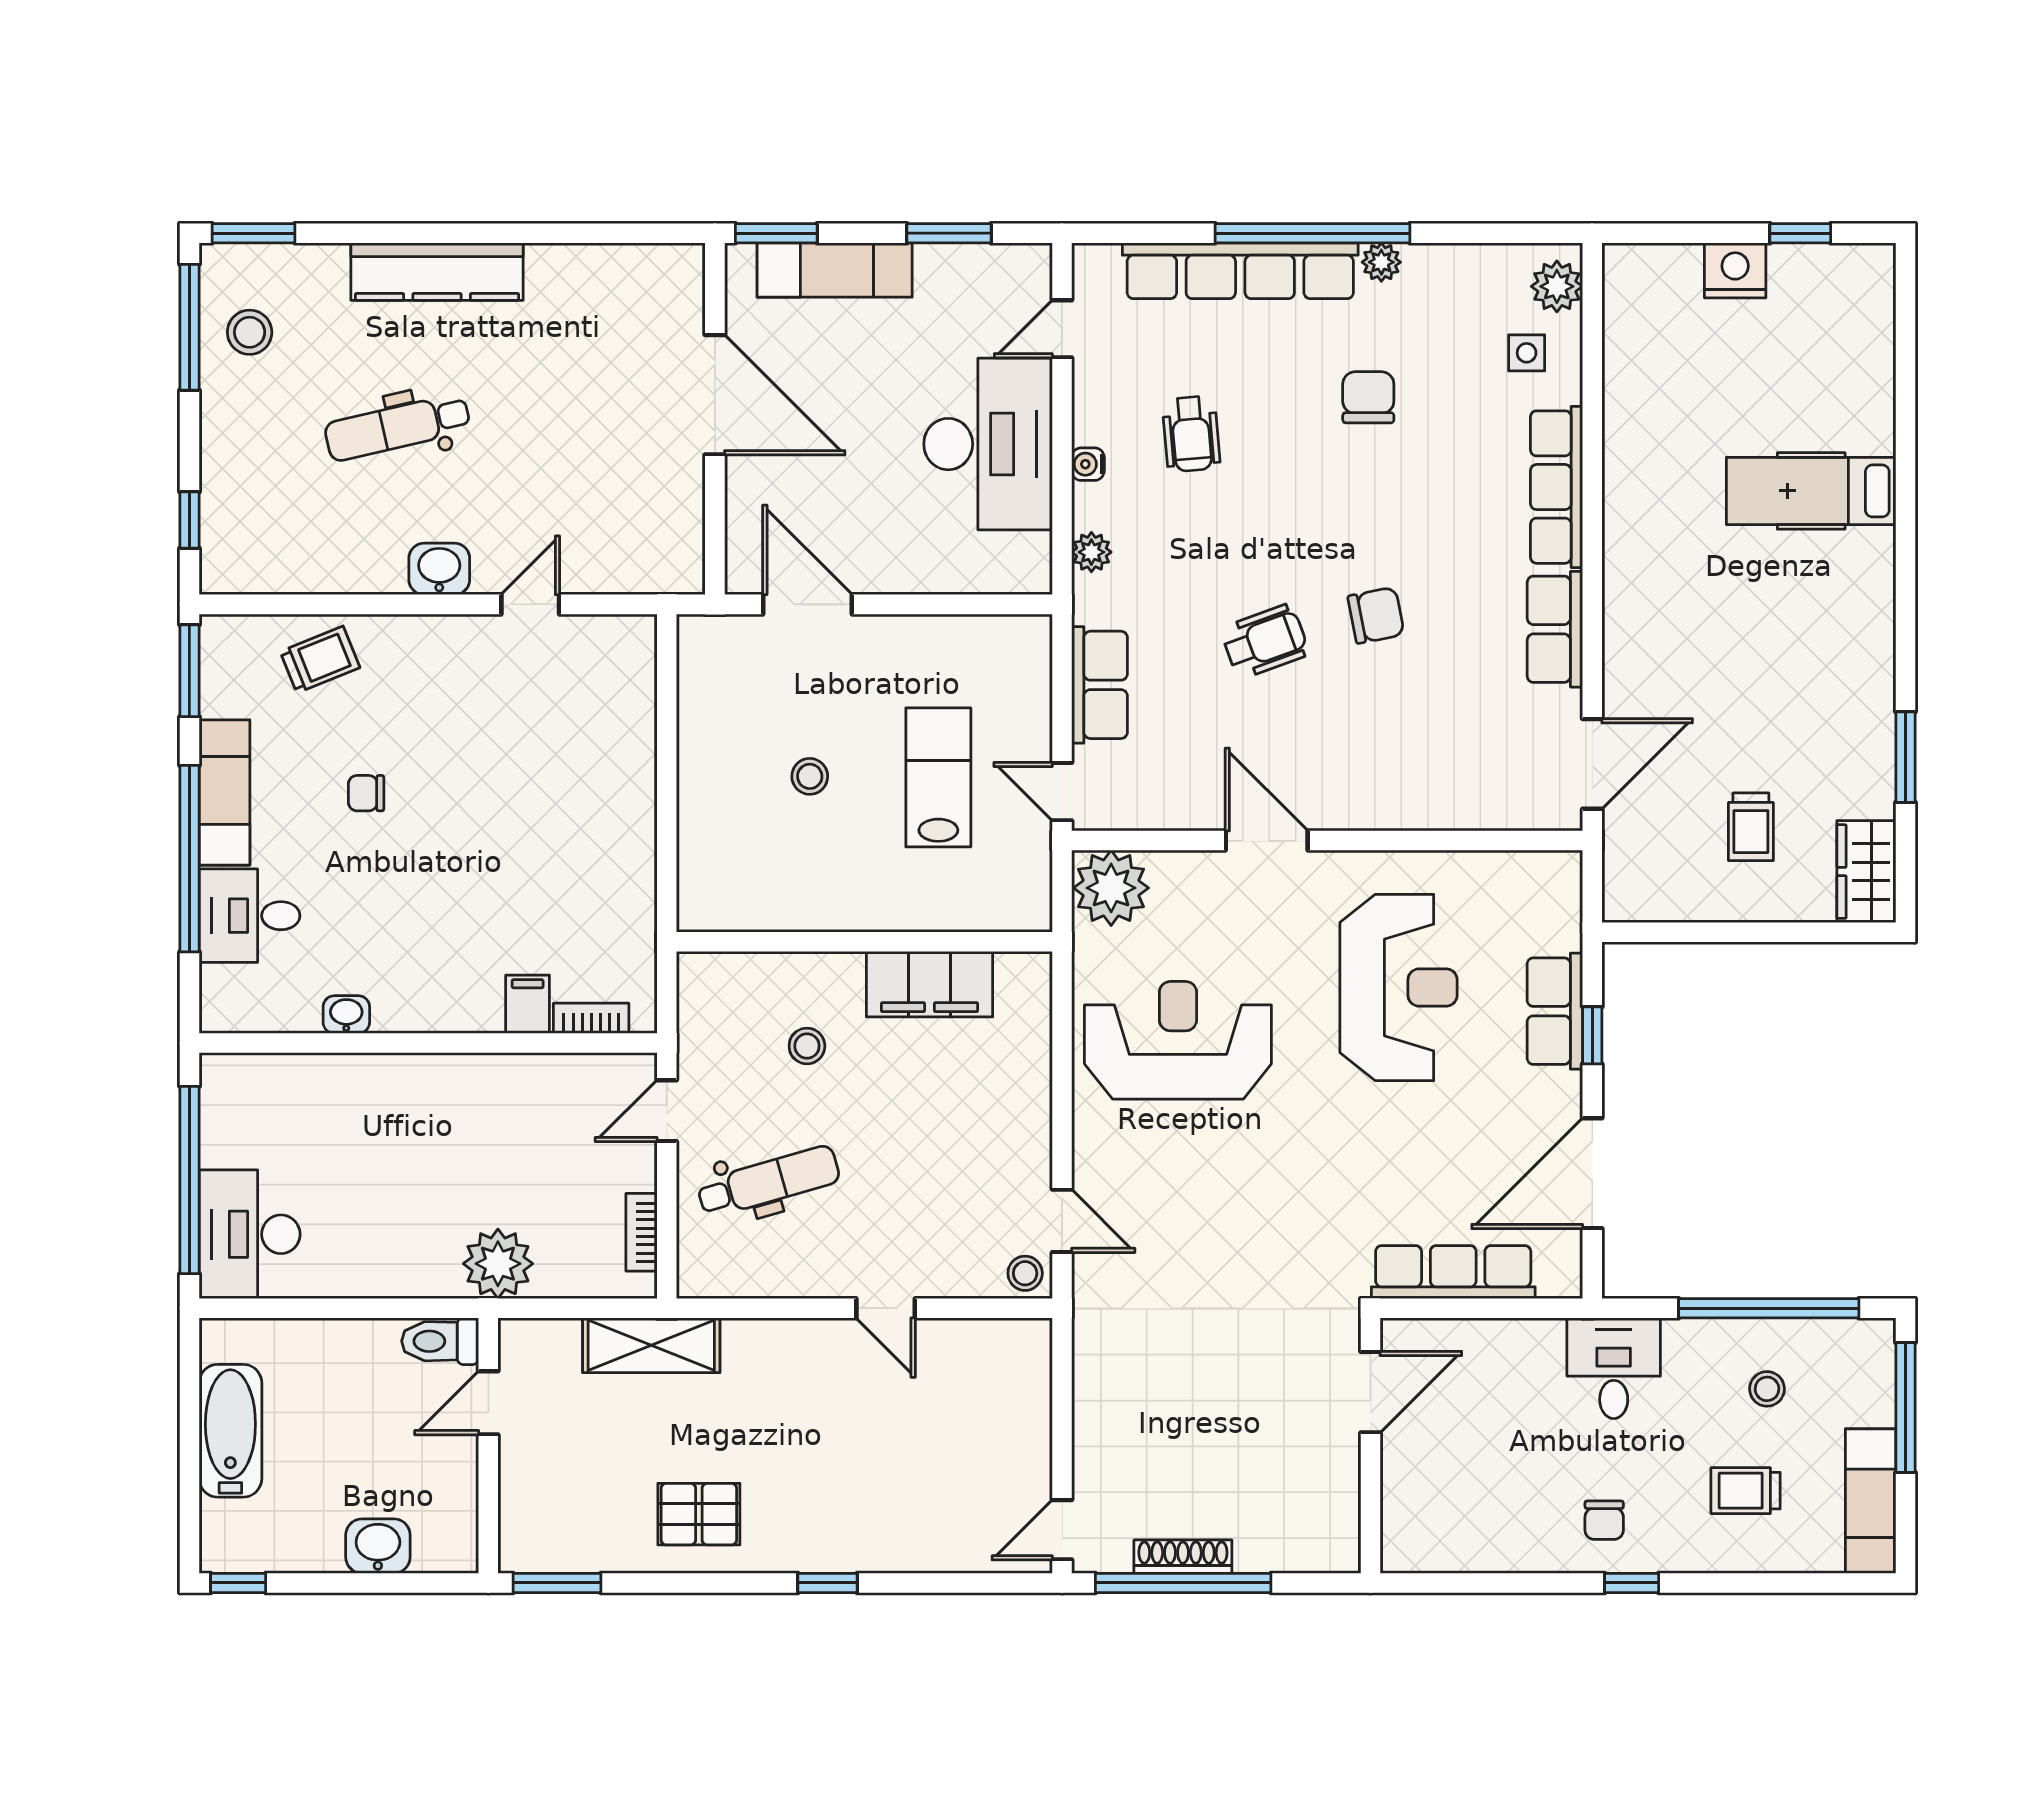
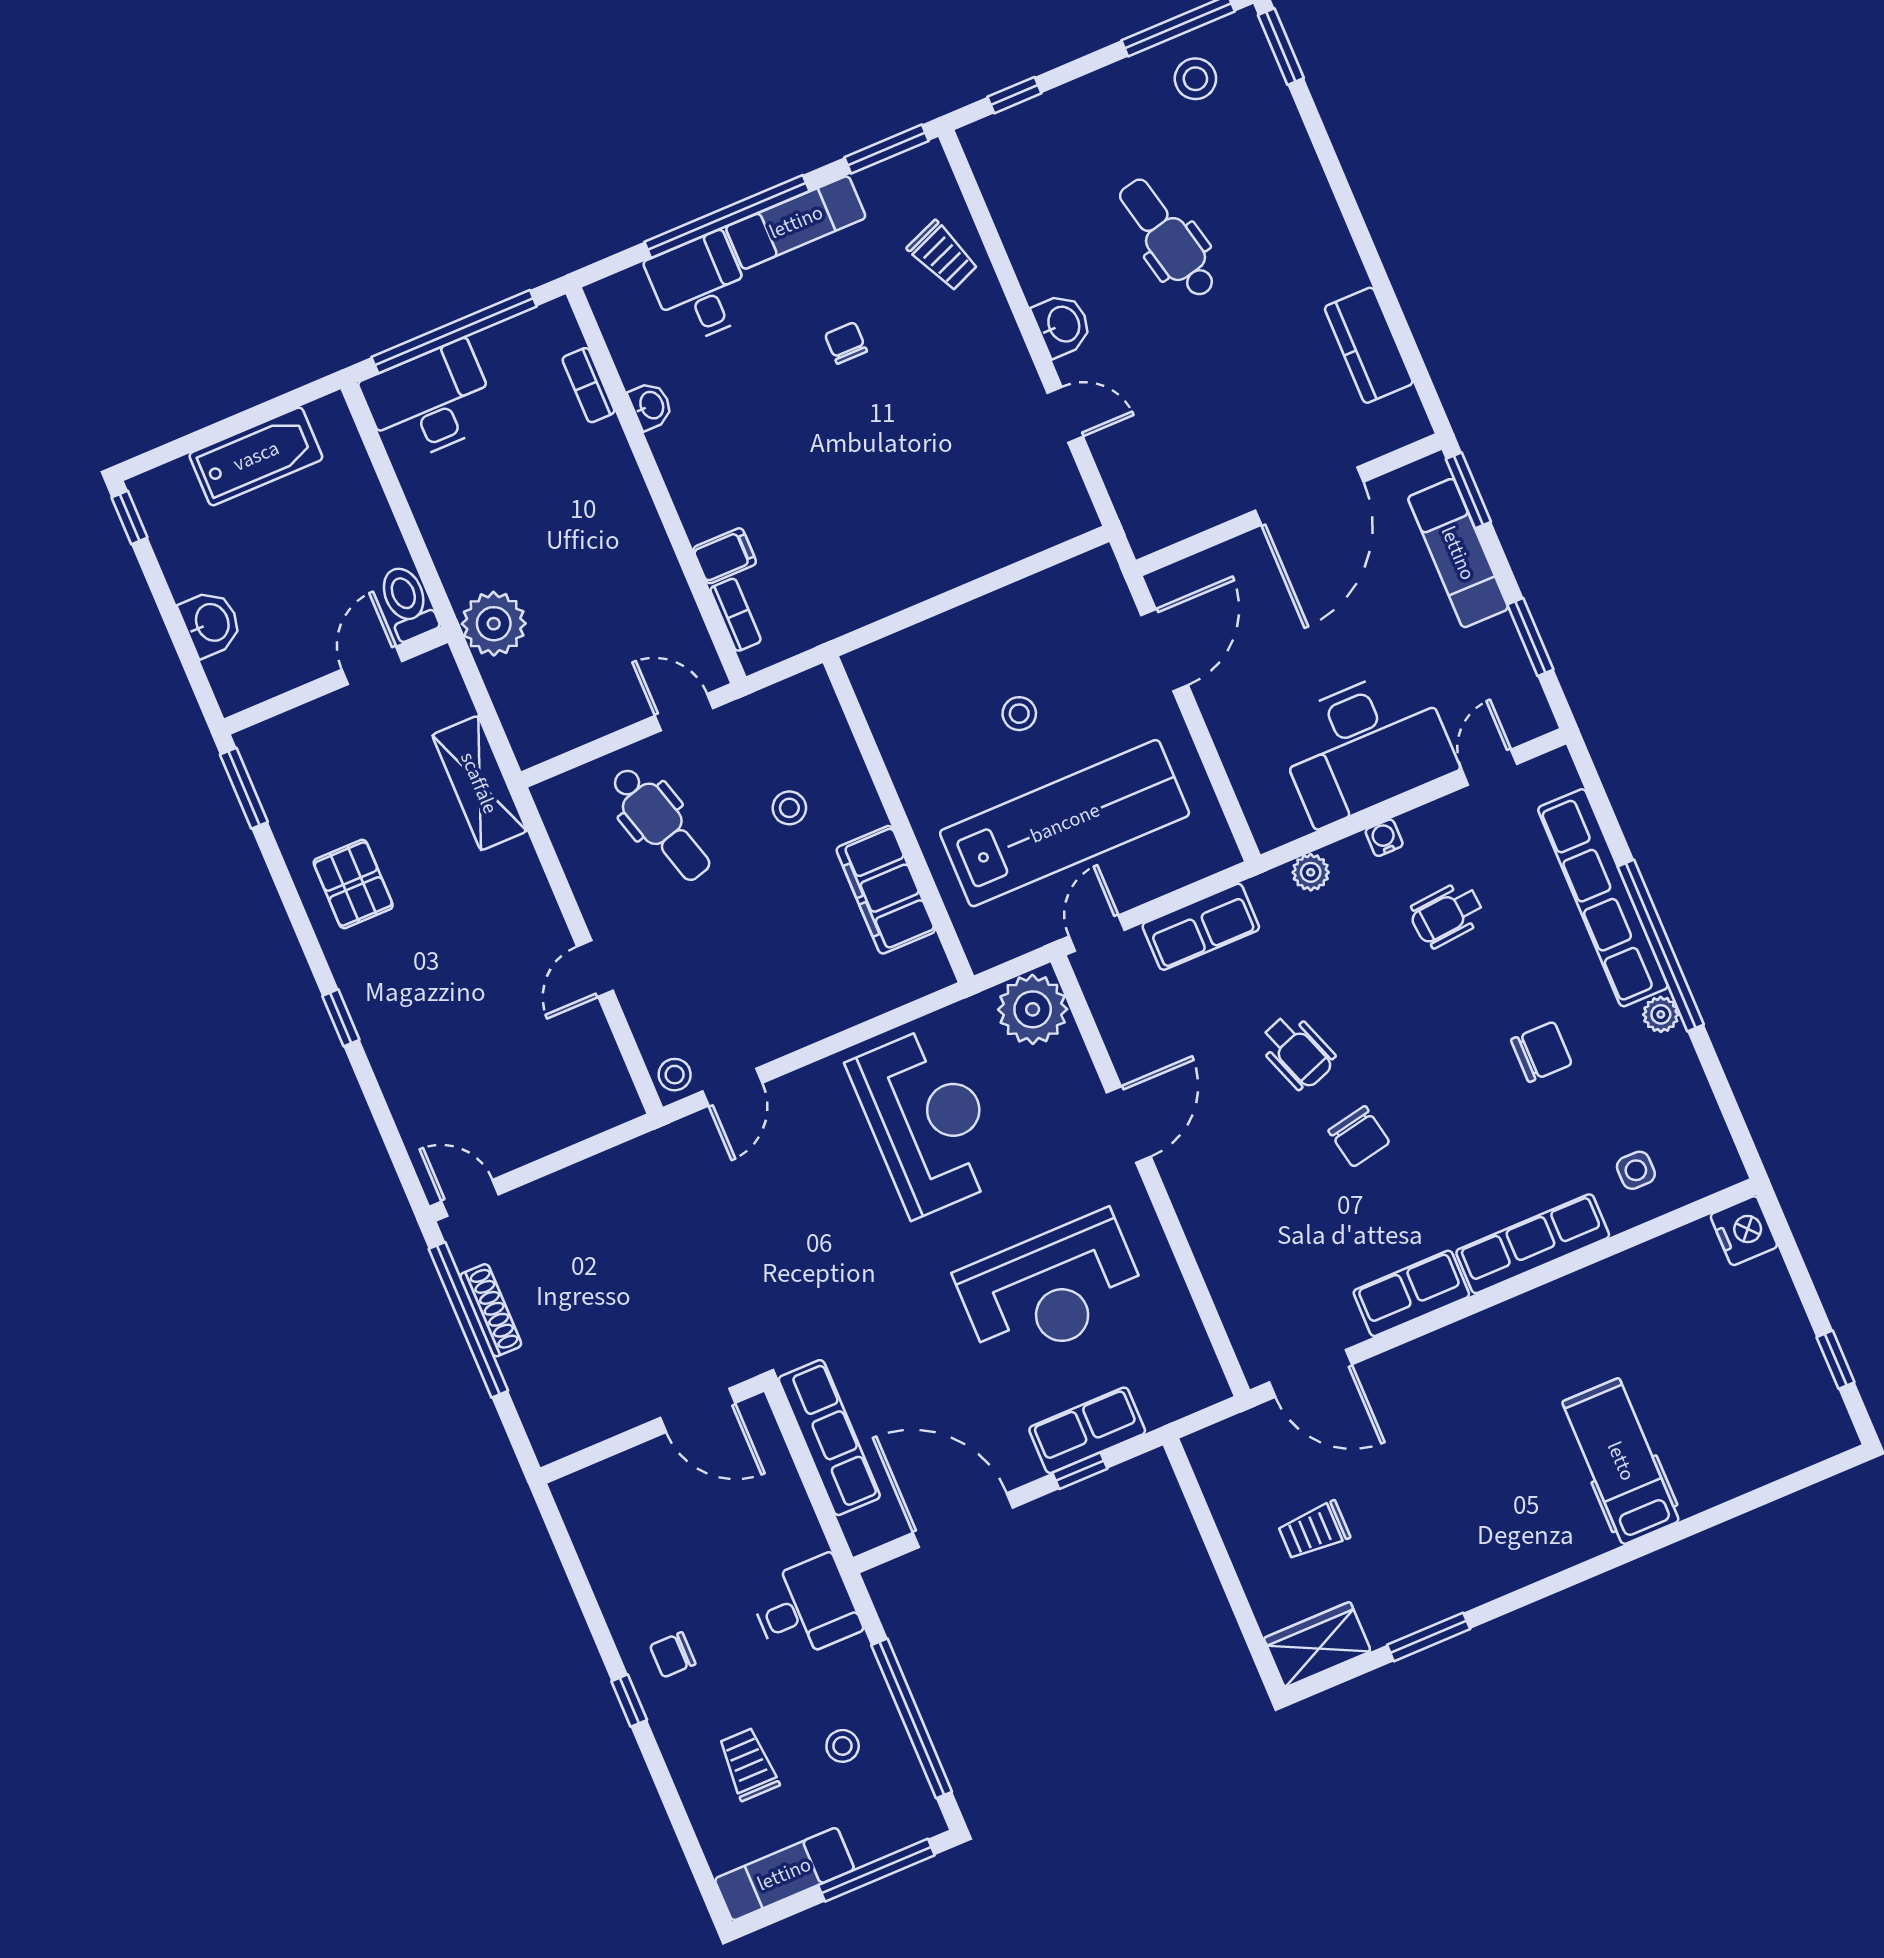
nightstand: (1735, 270) -> (1744, 1231), moved
kitchen counter: (437, 272) -> (1369, 345), moved, width x0.67
plant: (1557, 286) -> (1703, 1172), removed
door: (1062, 329) -> (1490, 767), hinge flipped
lab bench: (938, 777) -> (1065, 823), width x1.86, depth x1.39
bookcase: (641, 1232) -> (588, 385), moved, turned -90
door: (488, 1403) -> (372, 665), hinge flipped

